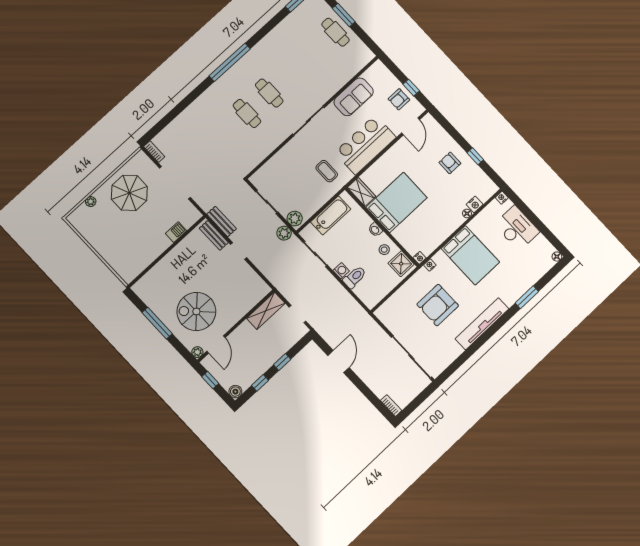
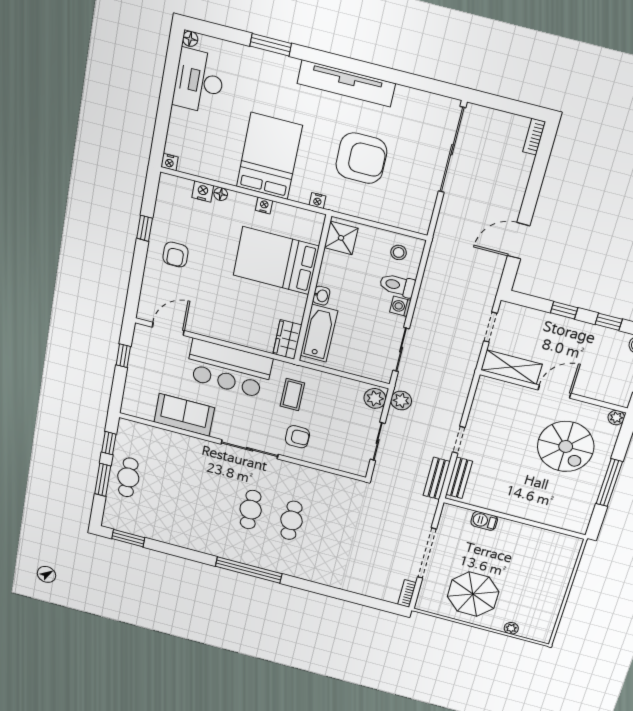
window: (364, 37) -> (109, 443), added
armchair: (399, 99) -> (297, 437), moved
bed: (397, 202) -> (276, 261), moved
bathtub: (331, 215) -> (319, 333), moved, turned 90
desk: (517, 228) -> (199, 81), moved
stool: (384, 250) -> (399, 252), moved
nightstand: (420, 258) -> (264, 205), moved
door: (216, 344) -> (554, 392), moved

